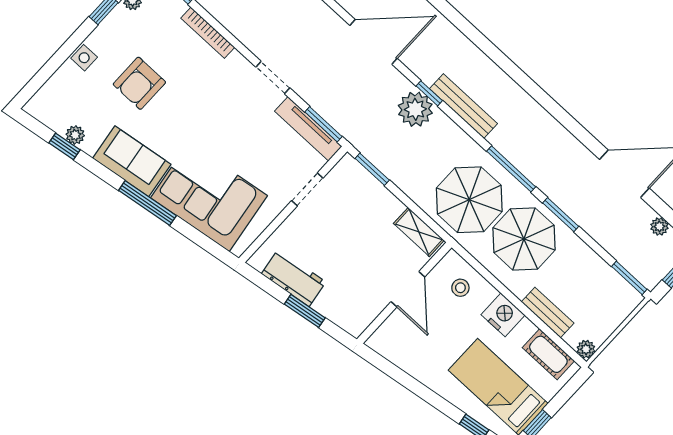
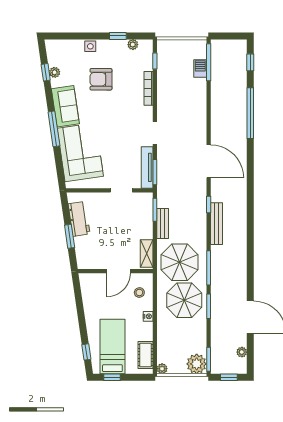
plant: (415, 109) -> (197, 364), moved
bench: (548, 313) -> (163, 224), moved
nightstand: (503, 315) -> (148, 316), width x0.53, depth x0.56

